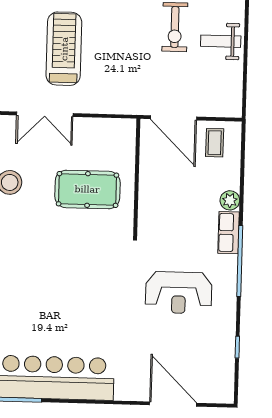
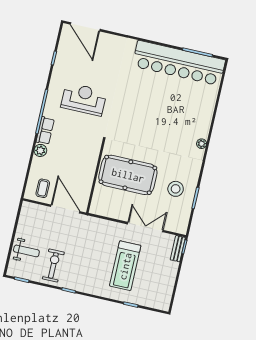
pool table: (87, 189) -> (128, 175), width x1.36, depth x1.32
door: (173, 404) -> (85, 27), moved

